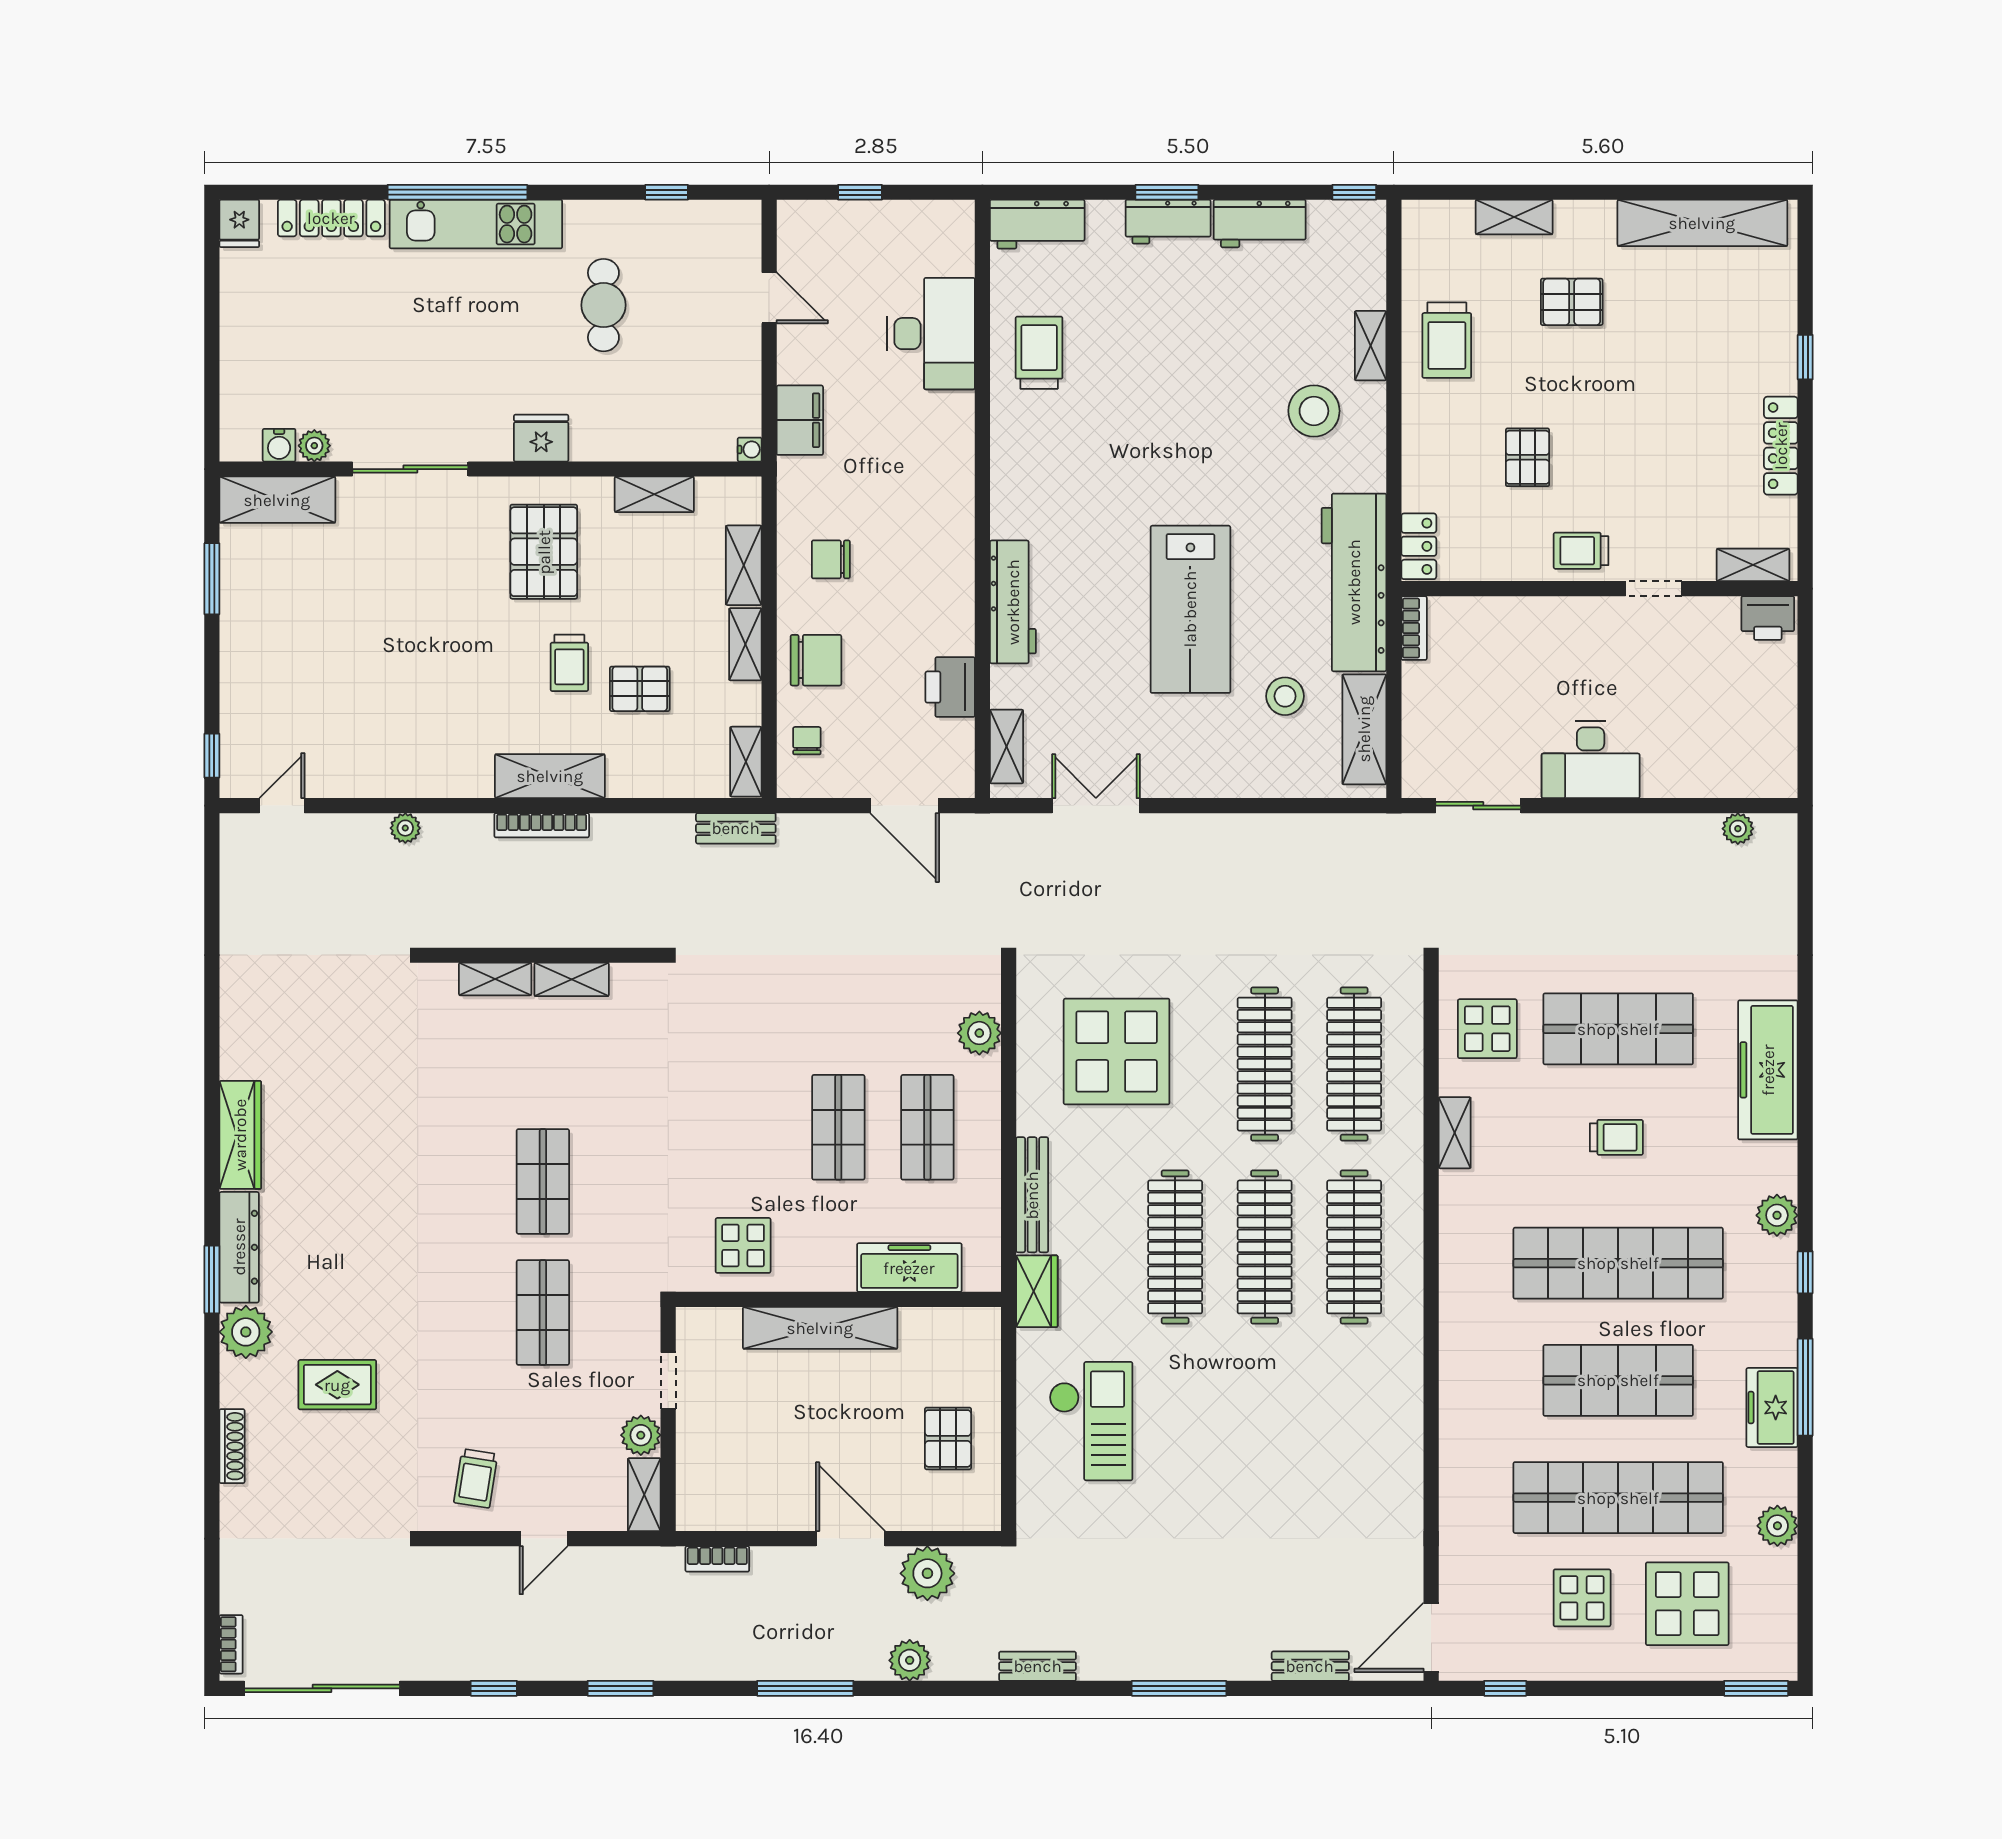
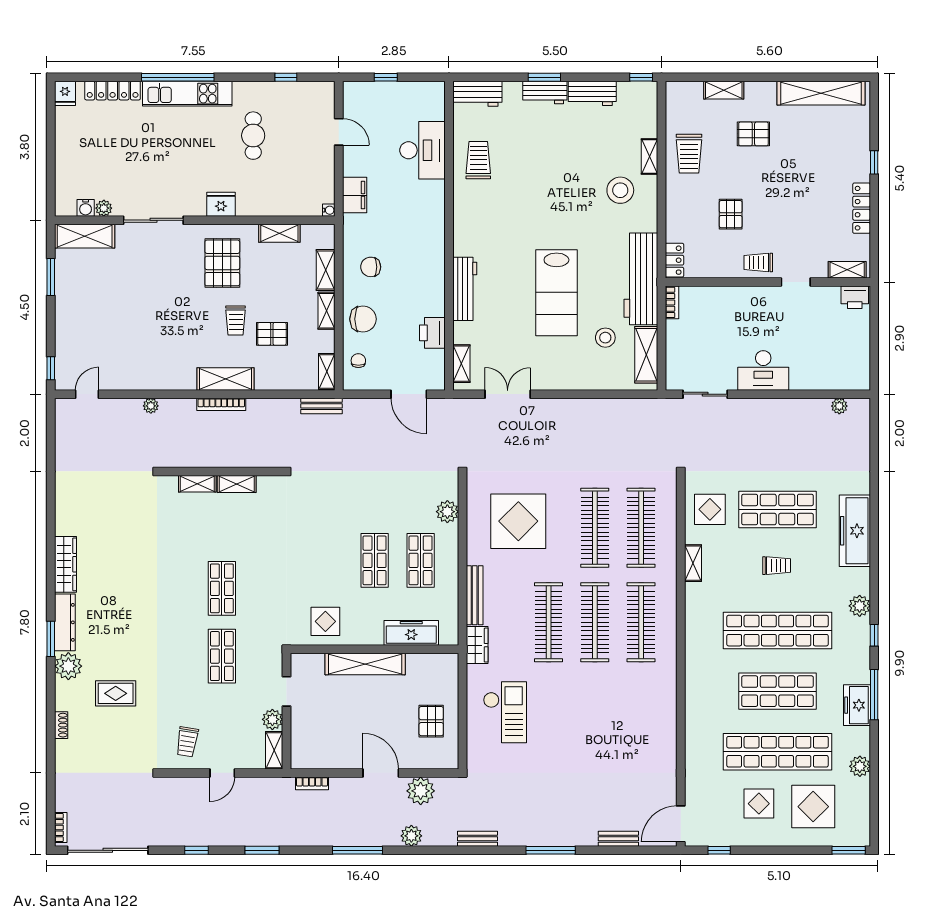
shoe rack: (232, 1446) -> (61, 725), width x0.70

